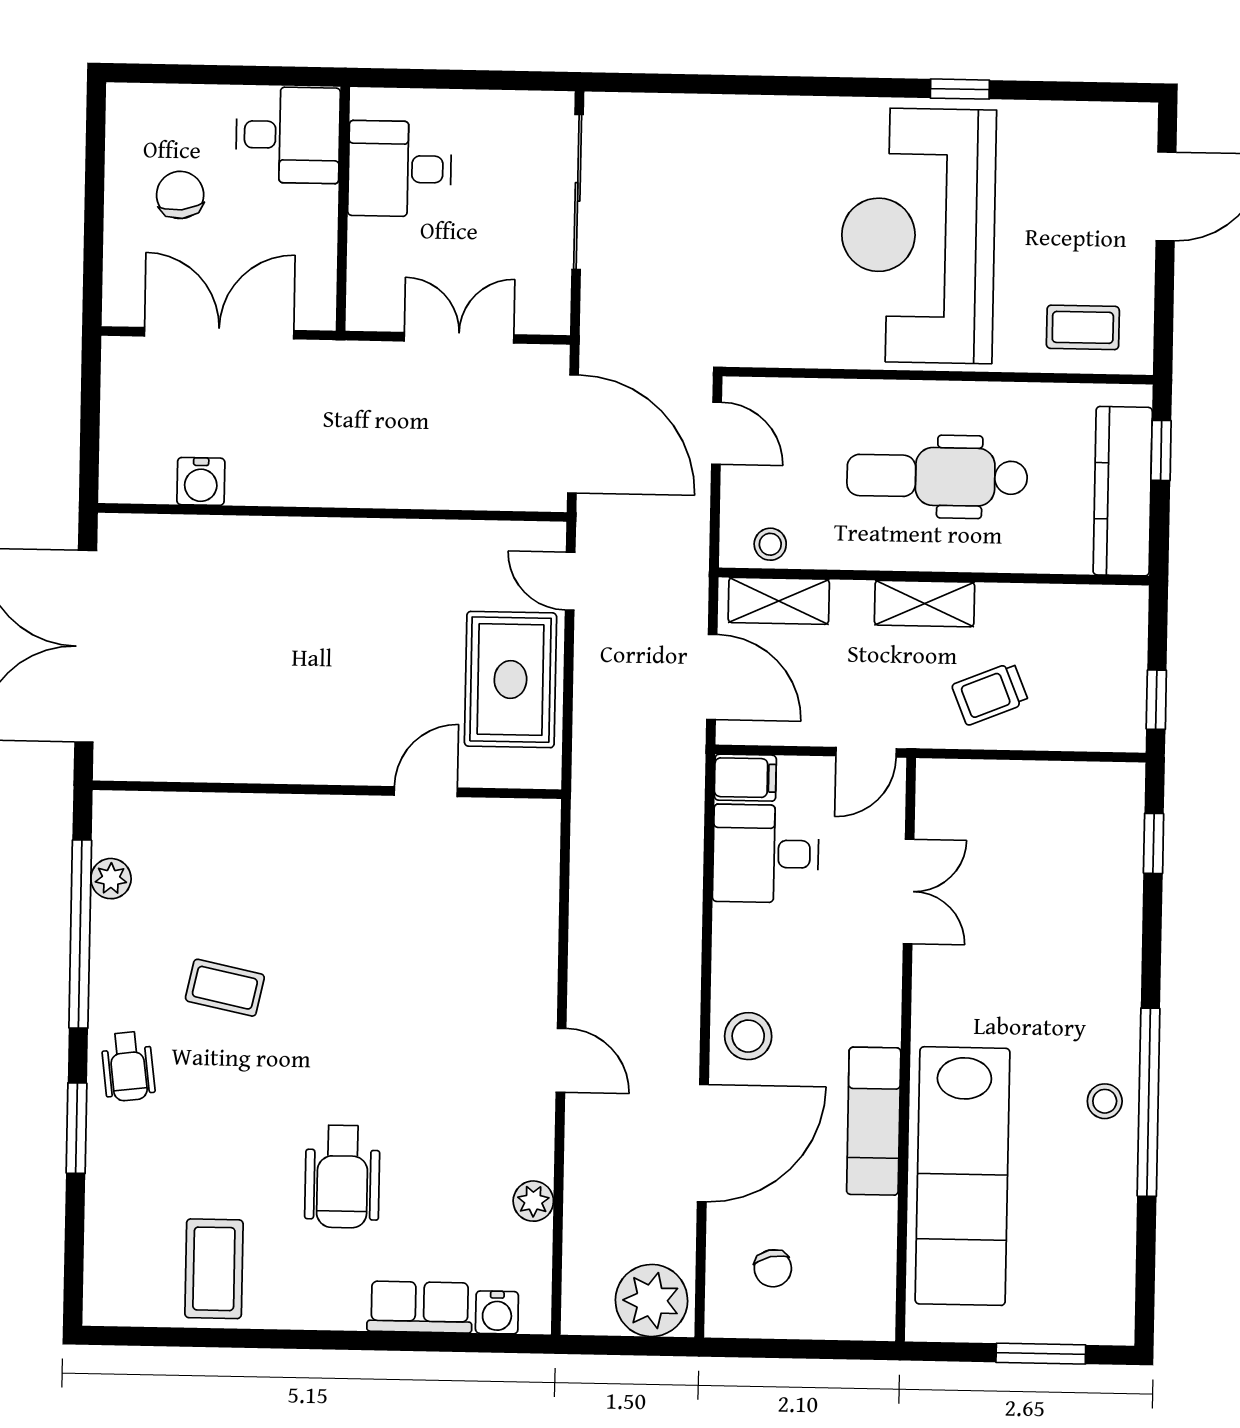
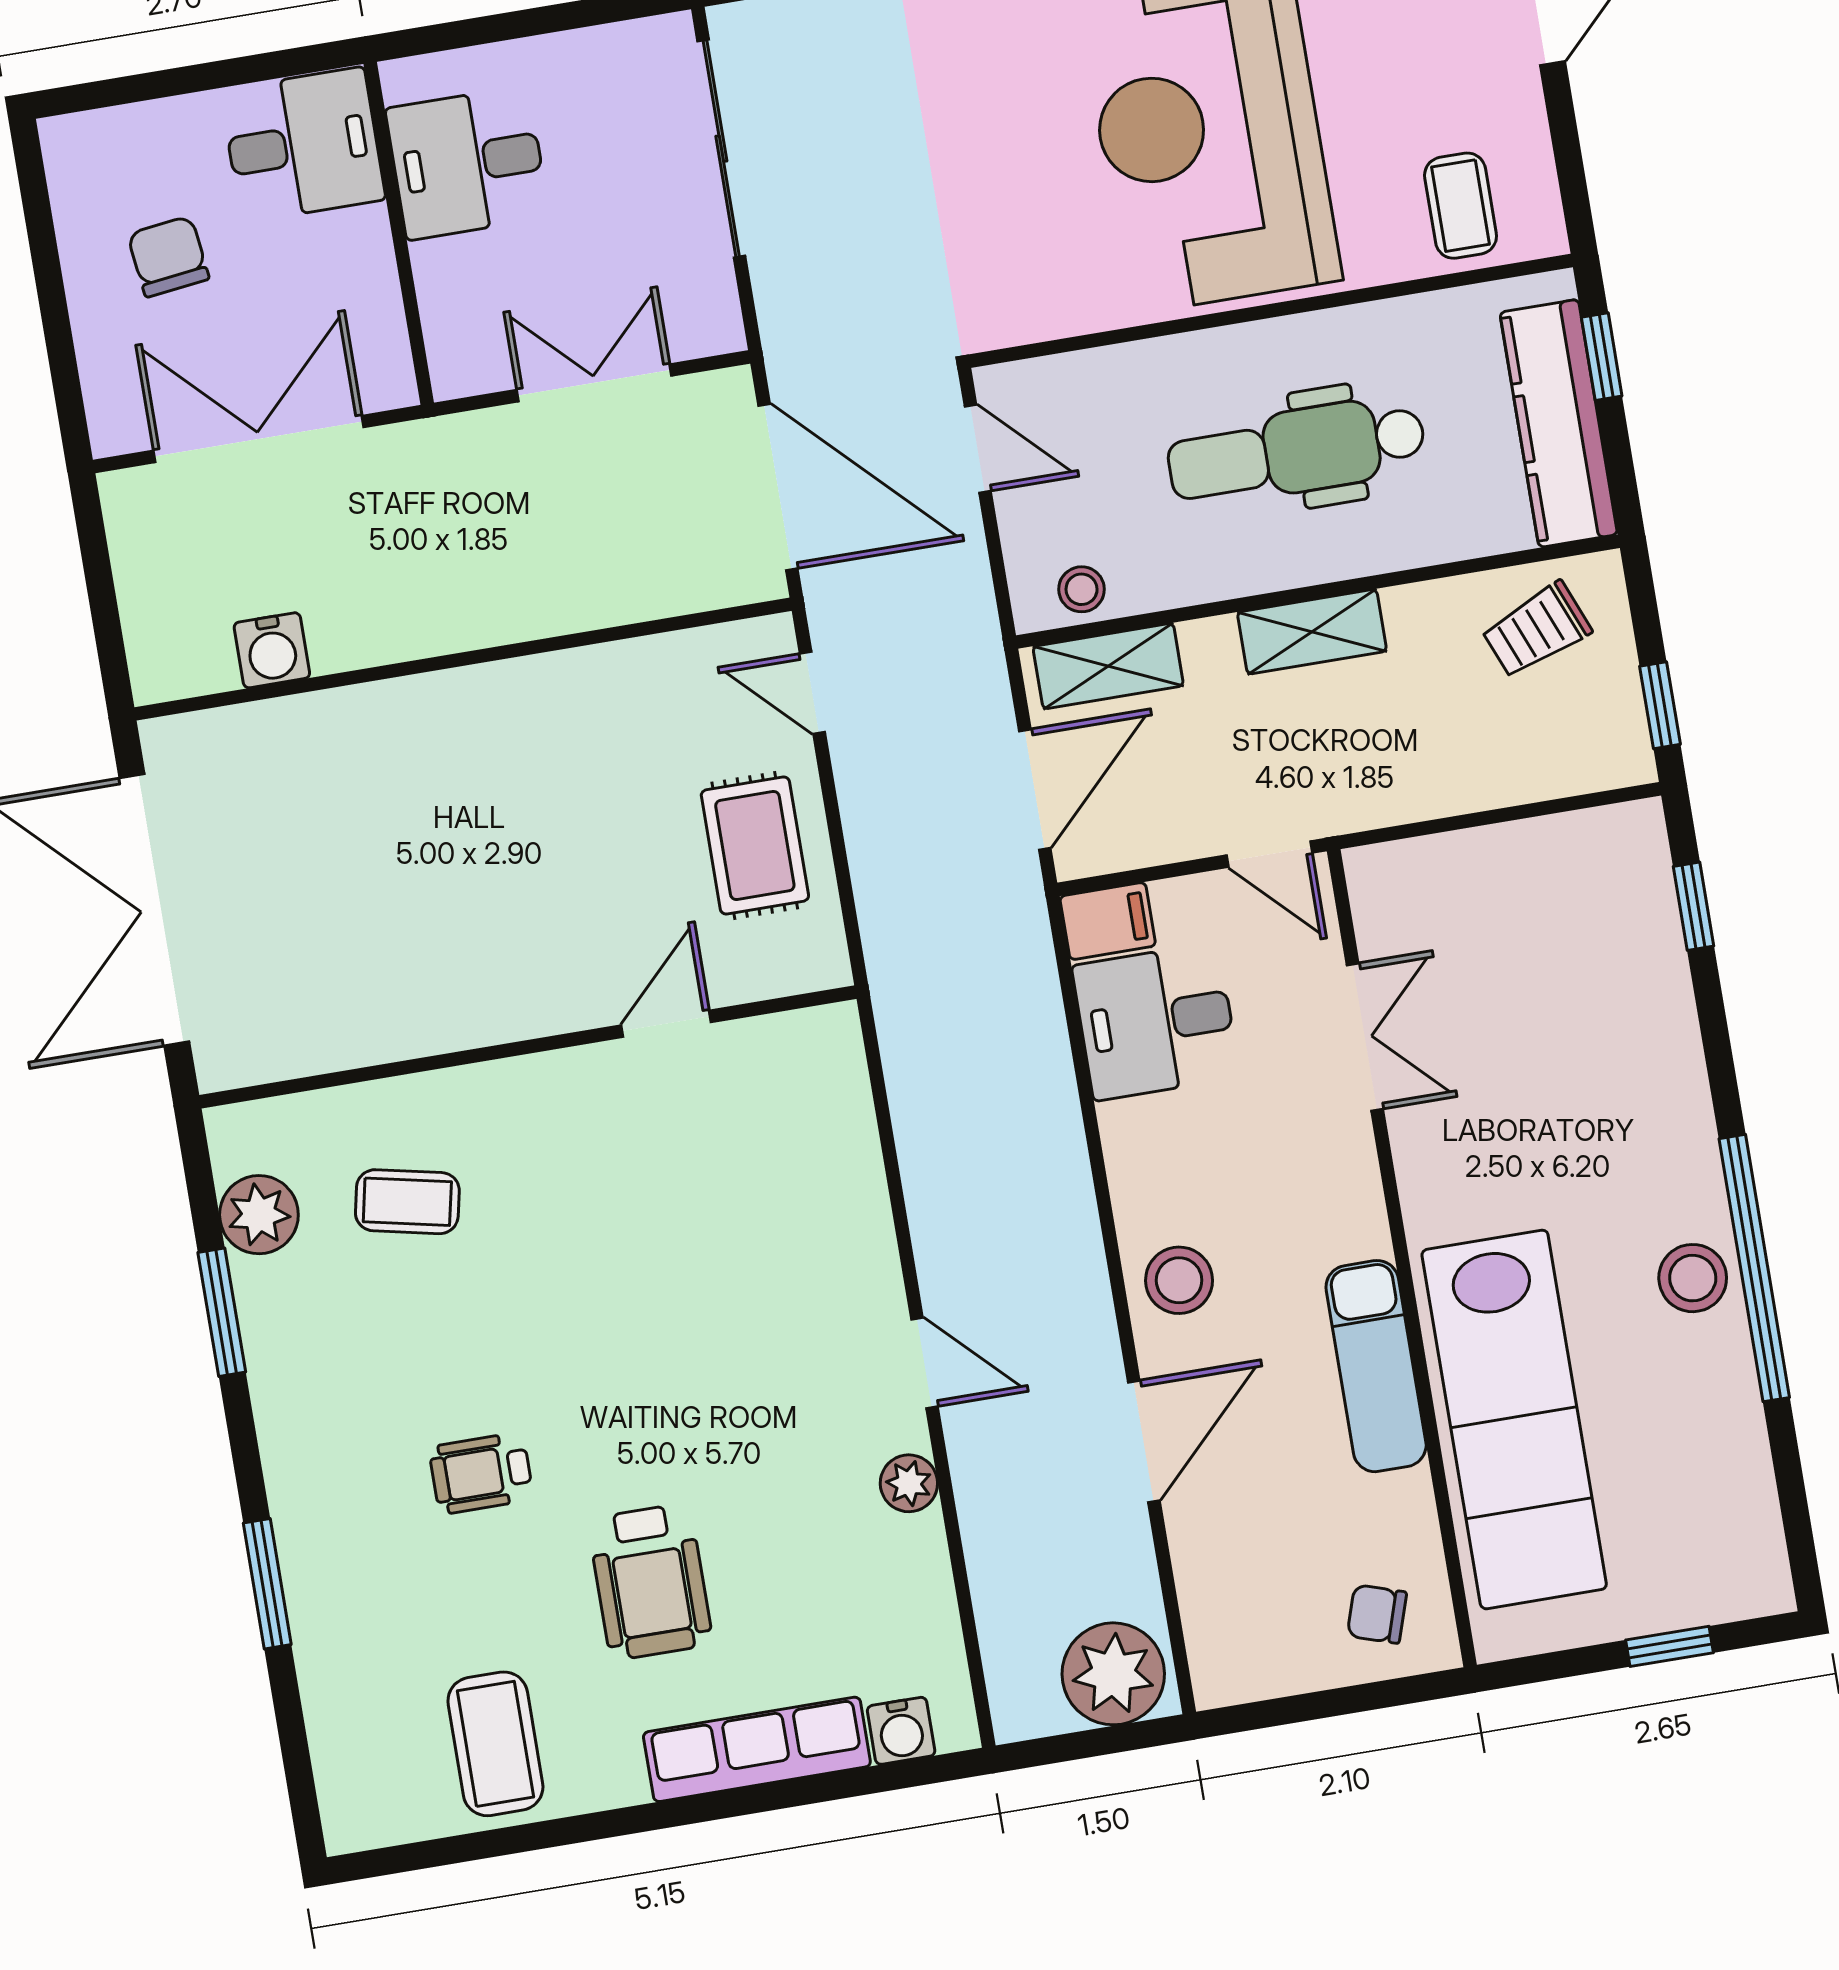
coffee table: (1083, 327) -> (1461, 206), turned 90
door: (712, 677) -> (1035, 789), hinge flipped
rug: (510, 680) -> (755, 846), width x0.73, depth x0.70
trolley: (990, 694) -> (1537, 630), moved
door: (866, 752) -> (1269, 854), hinge flipped
plant: (111, 879) -> (259, 1215), width x1.38, depth x1.38
window: (80, 934) -> (222, 1312), width x0.47
coffee table: (225, 988) -> (407, 1202), moved
wheelchair: (128, 1066) -> (481, 1473), moved, turned 97
stool: (1105, 1101) -> (1693, 1278), width x1.37, depth x1.37
door: (703, 1143) -> (1144, 1441), width x0.73
plant: (533, 1201) -> (909, 1483), moved
chair: (773, 1268) -> (1377, 1614), moved, turned 121
row of seats: (420, 1307) -> (757, 1749), width x1.48
window: (1041, 1354) -> (1669, 1646), width x0.67

